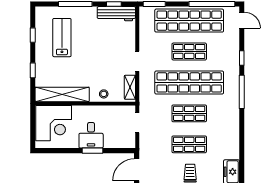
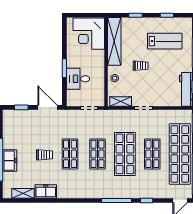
trolley: (90, 65) -> (141, 66), added
shop shelf: (189, 82) -> (125, 154), width x0.71
desk: (91, 135) -> (78, 79), moved

